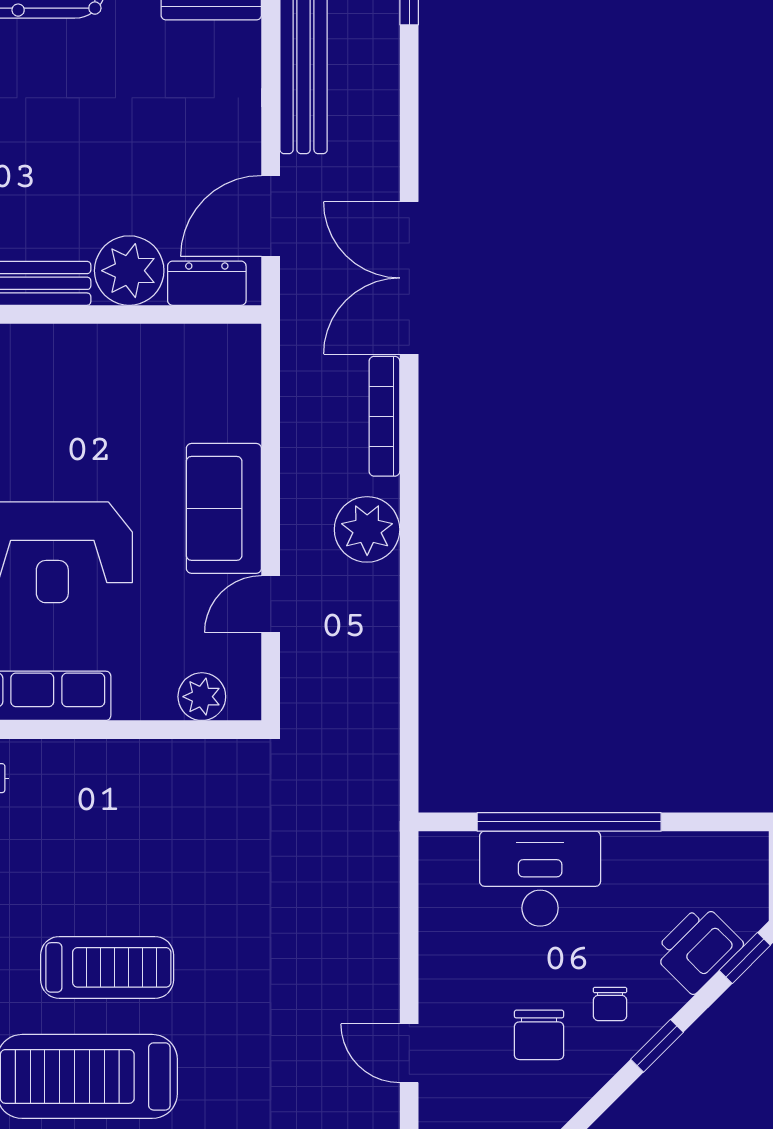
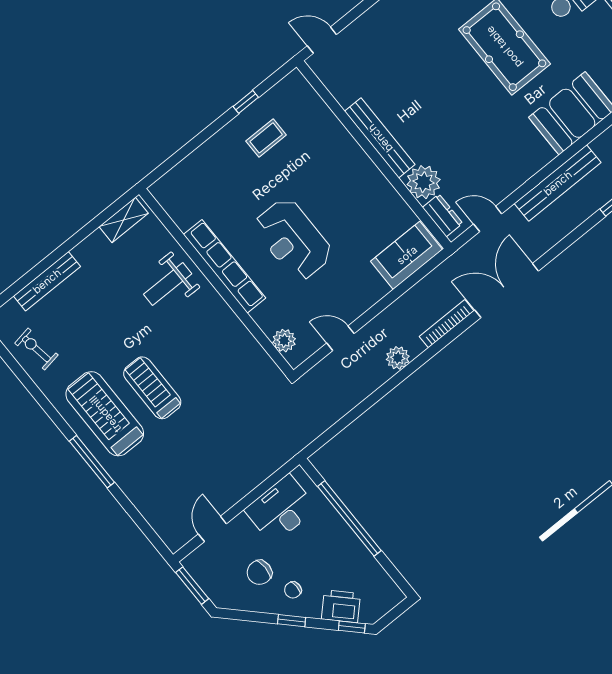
door: (271, 216) -> (488, 219), width x0.73
sofa: (224, 508) -> (407, 255), moved
plant: (367, 529) -> (398, 358), width x0.73, depth x0.73
desk: (540, 879) -> (281, 509), moved, turned -90
treadmill: (107, 967) -> (152, 388), turned 180

